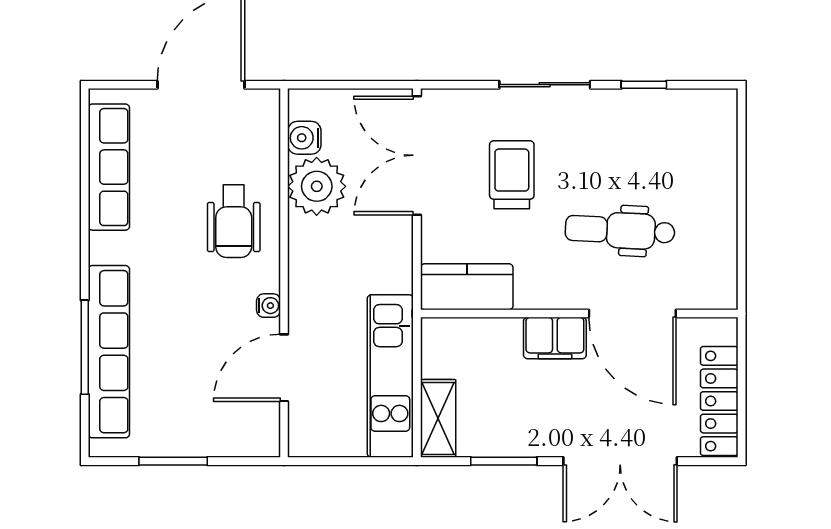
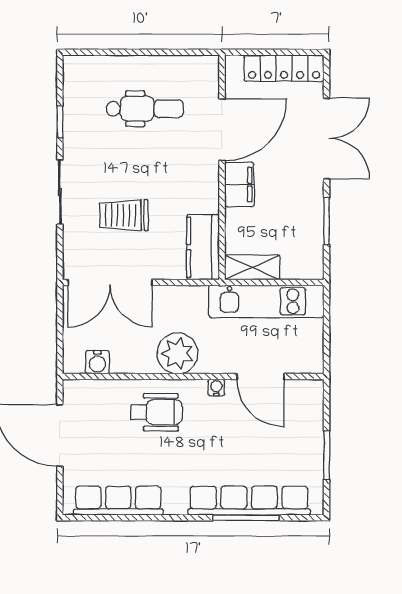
plant: (317, 186) -> (178, 353), moved
dental chair: (620, 230) -> (145, 109), moved, turned -93
shelving: (438, 418) -> (252, 267), moved

